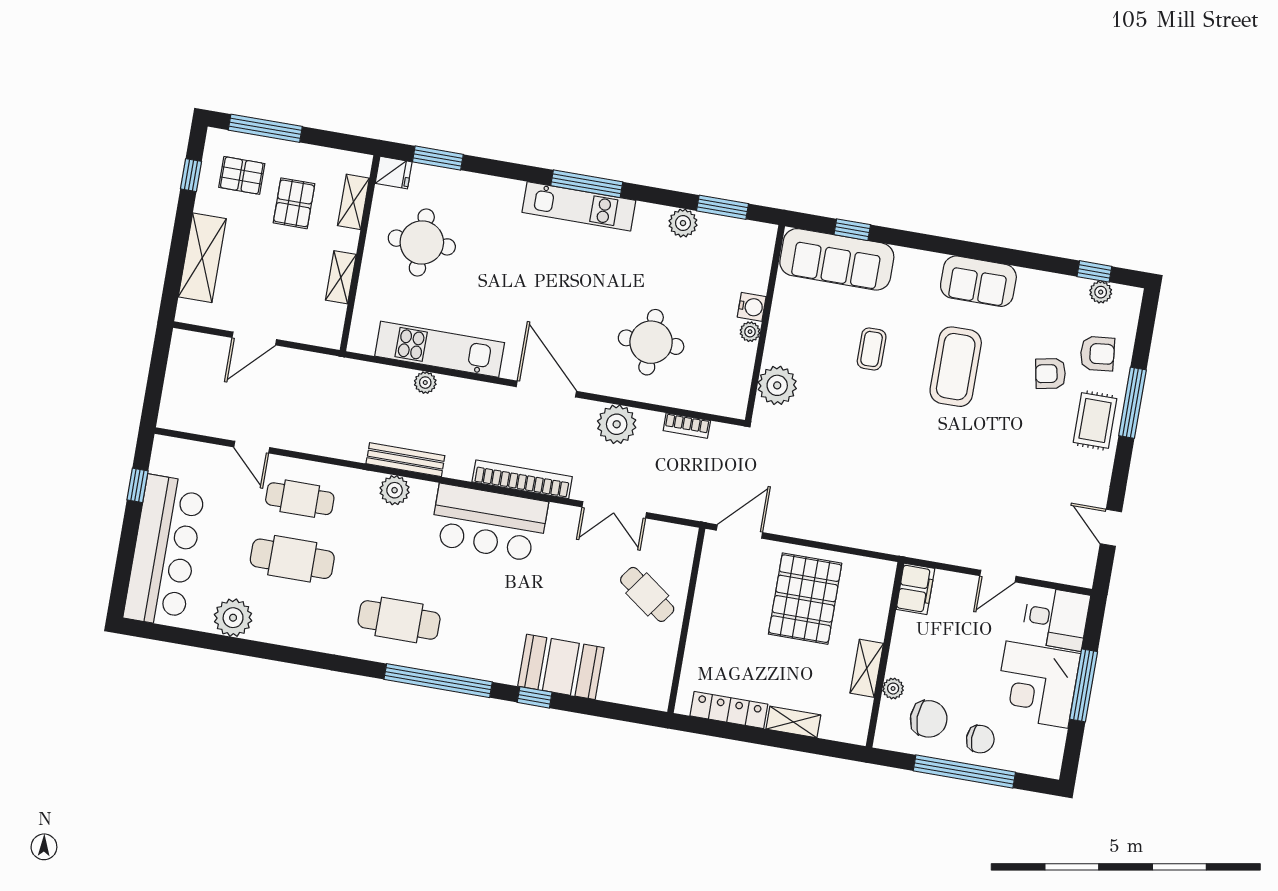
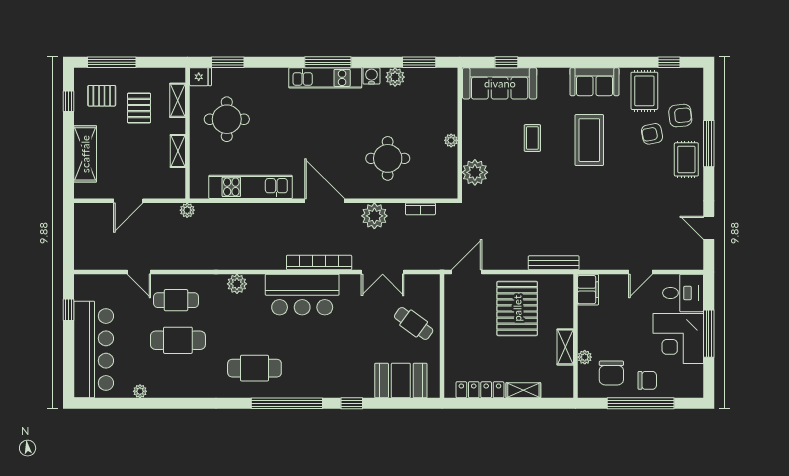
plant: (1101, 292) -> (676, 75), removed
water cooler: (752, 307) -> (371, 76), moved, turned -90
rug: (1050, 308) -> (644, 91), added
plant: (425, 383) -> (187, 210), moved
bench: (405, 460) -> (554, 263), moved
plant: (233, 618) -> (140, 391), width x0.53, depth x0.53
booth: (561, 667) -> (401, 381), moved
chair: (929, 719) -> (611, 373), turned 90

